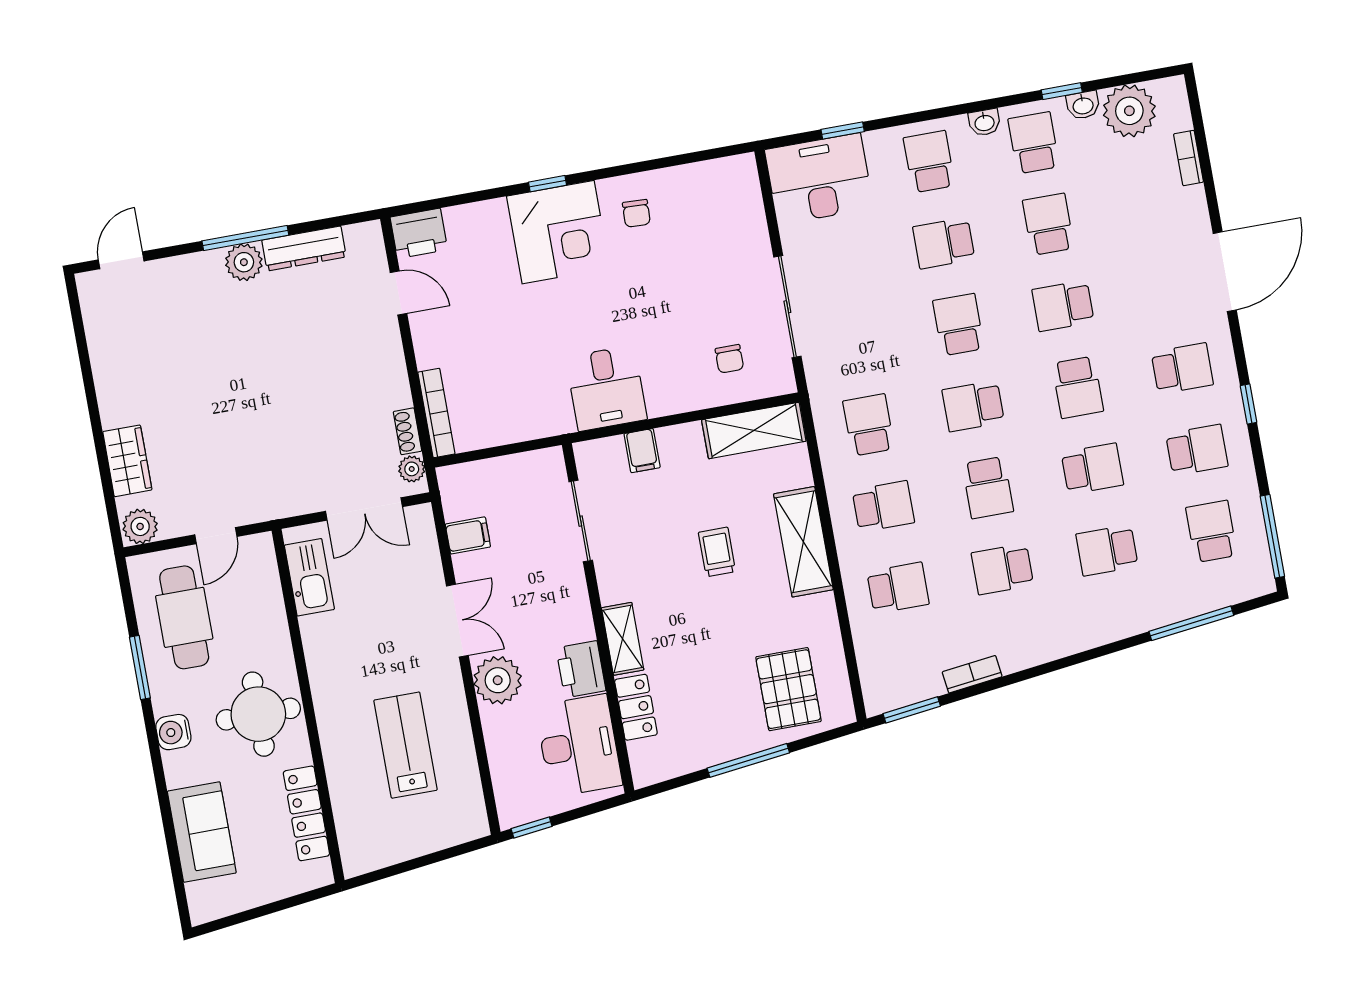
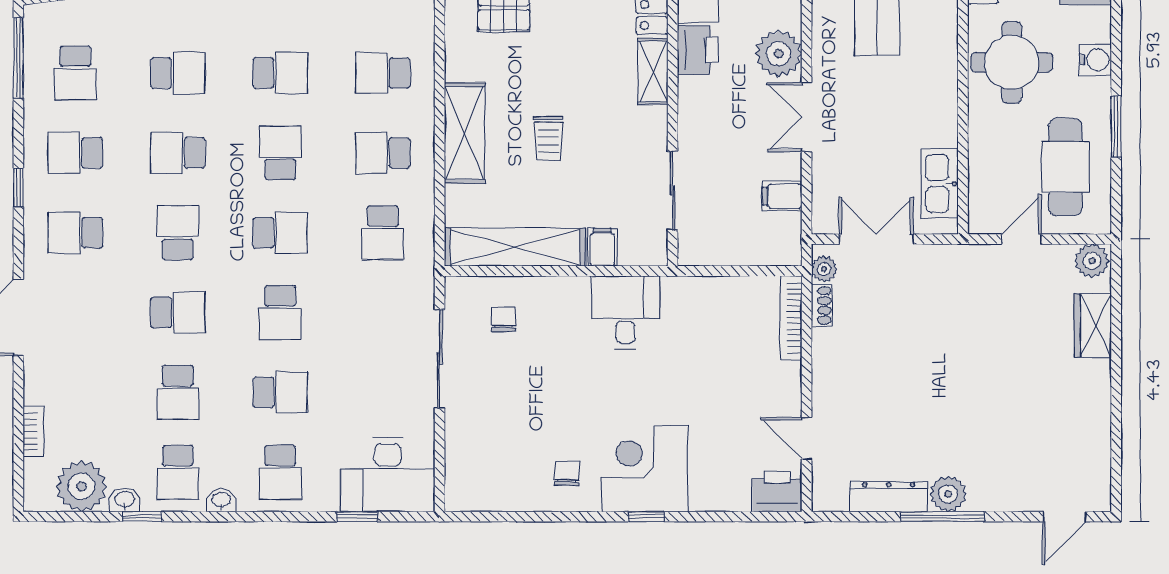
shelving: (754, 430) -> (515, 247), width x1.47

